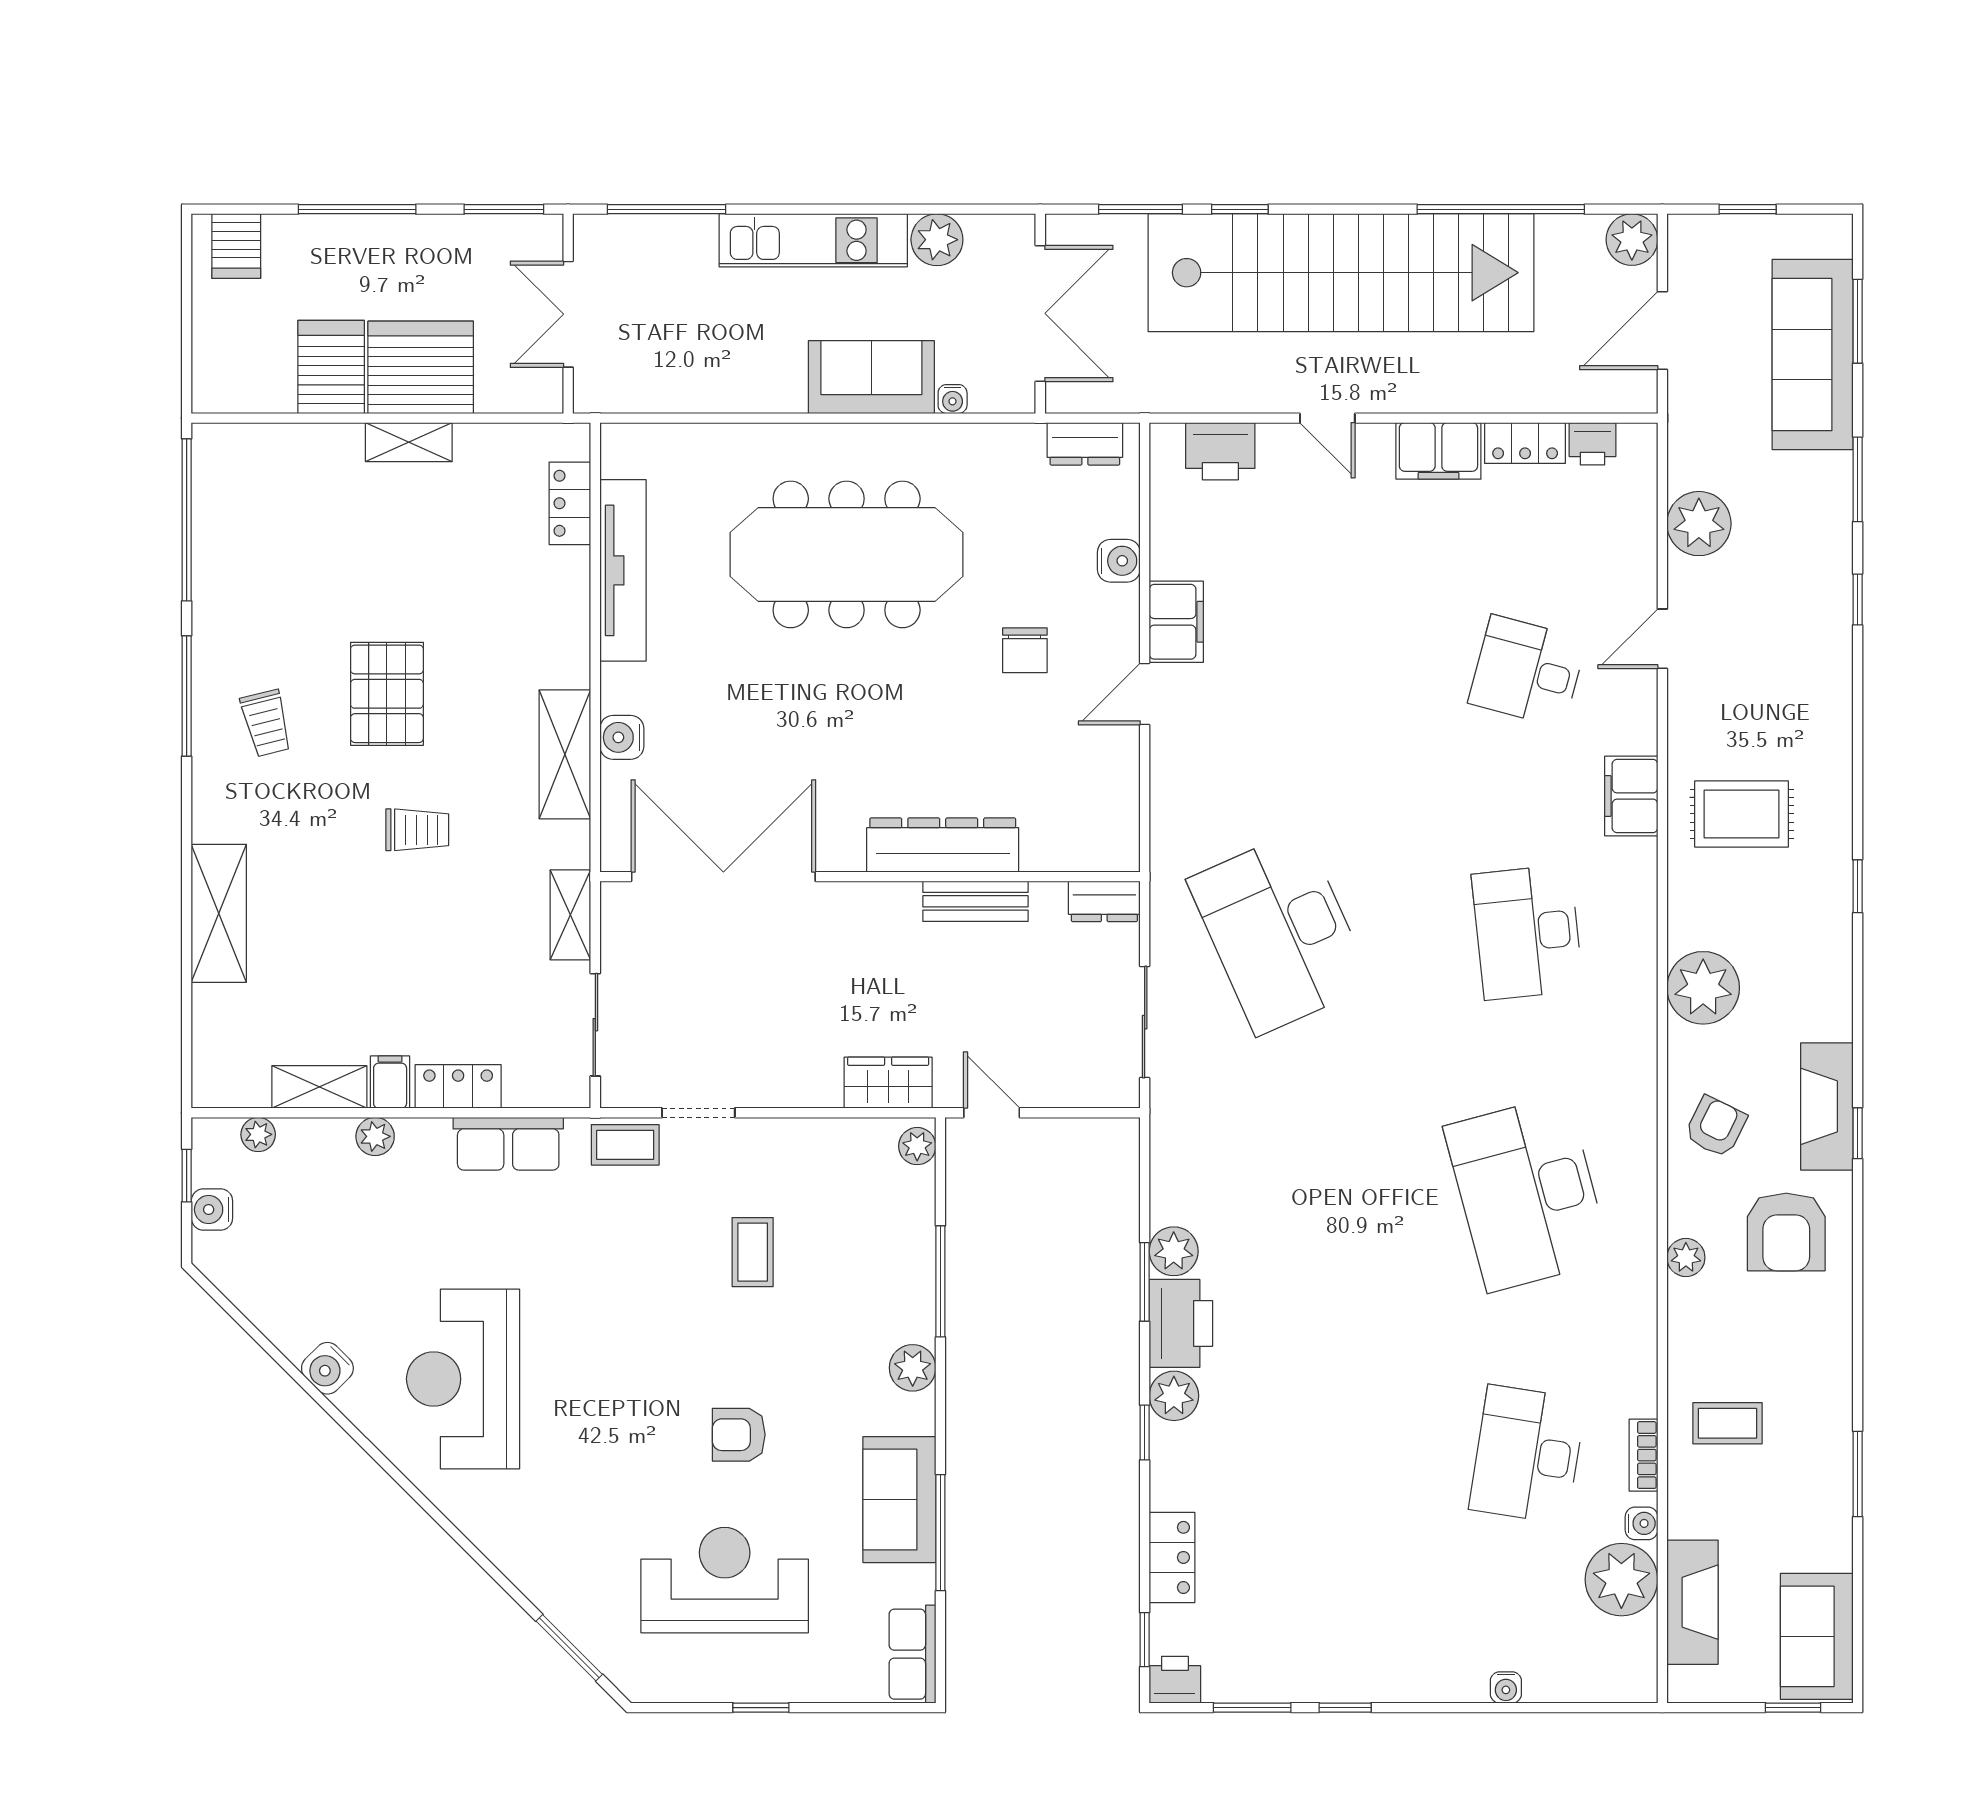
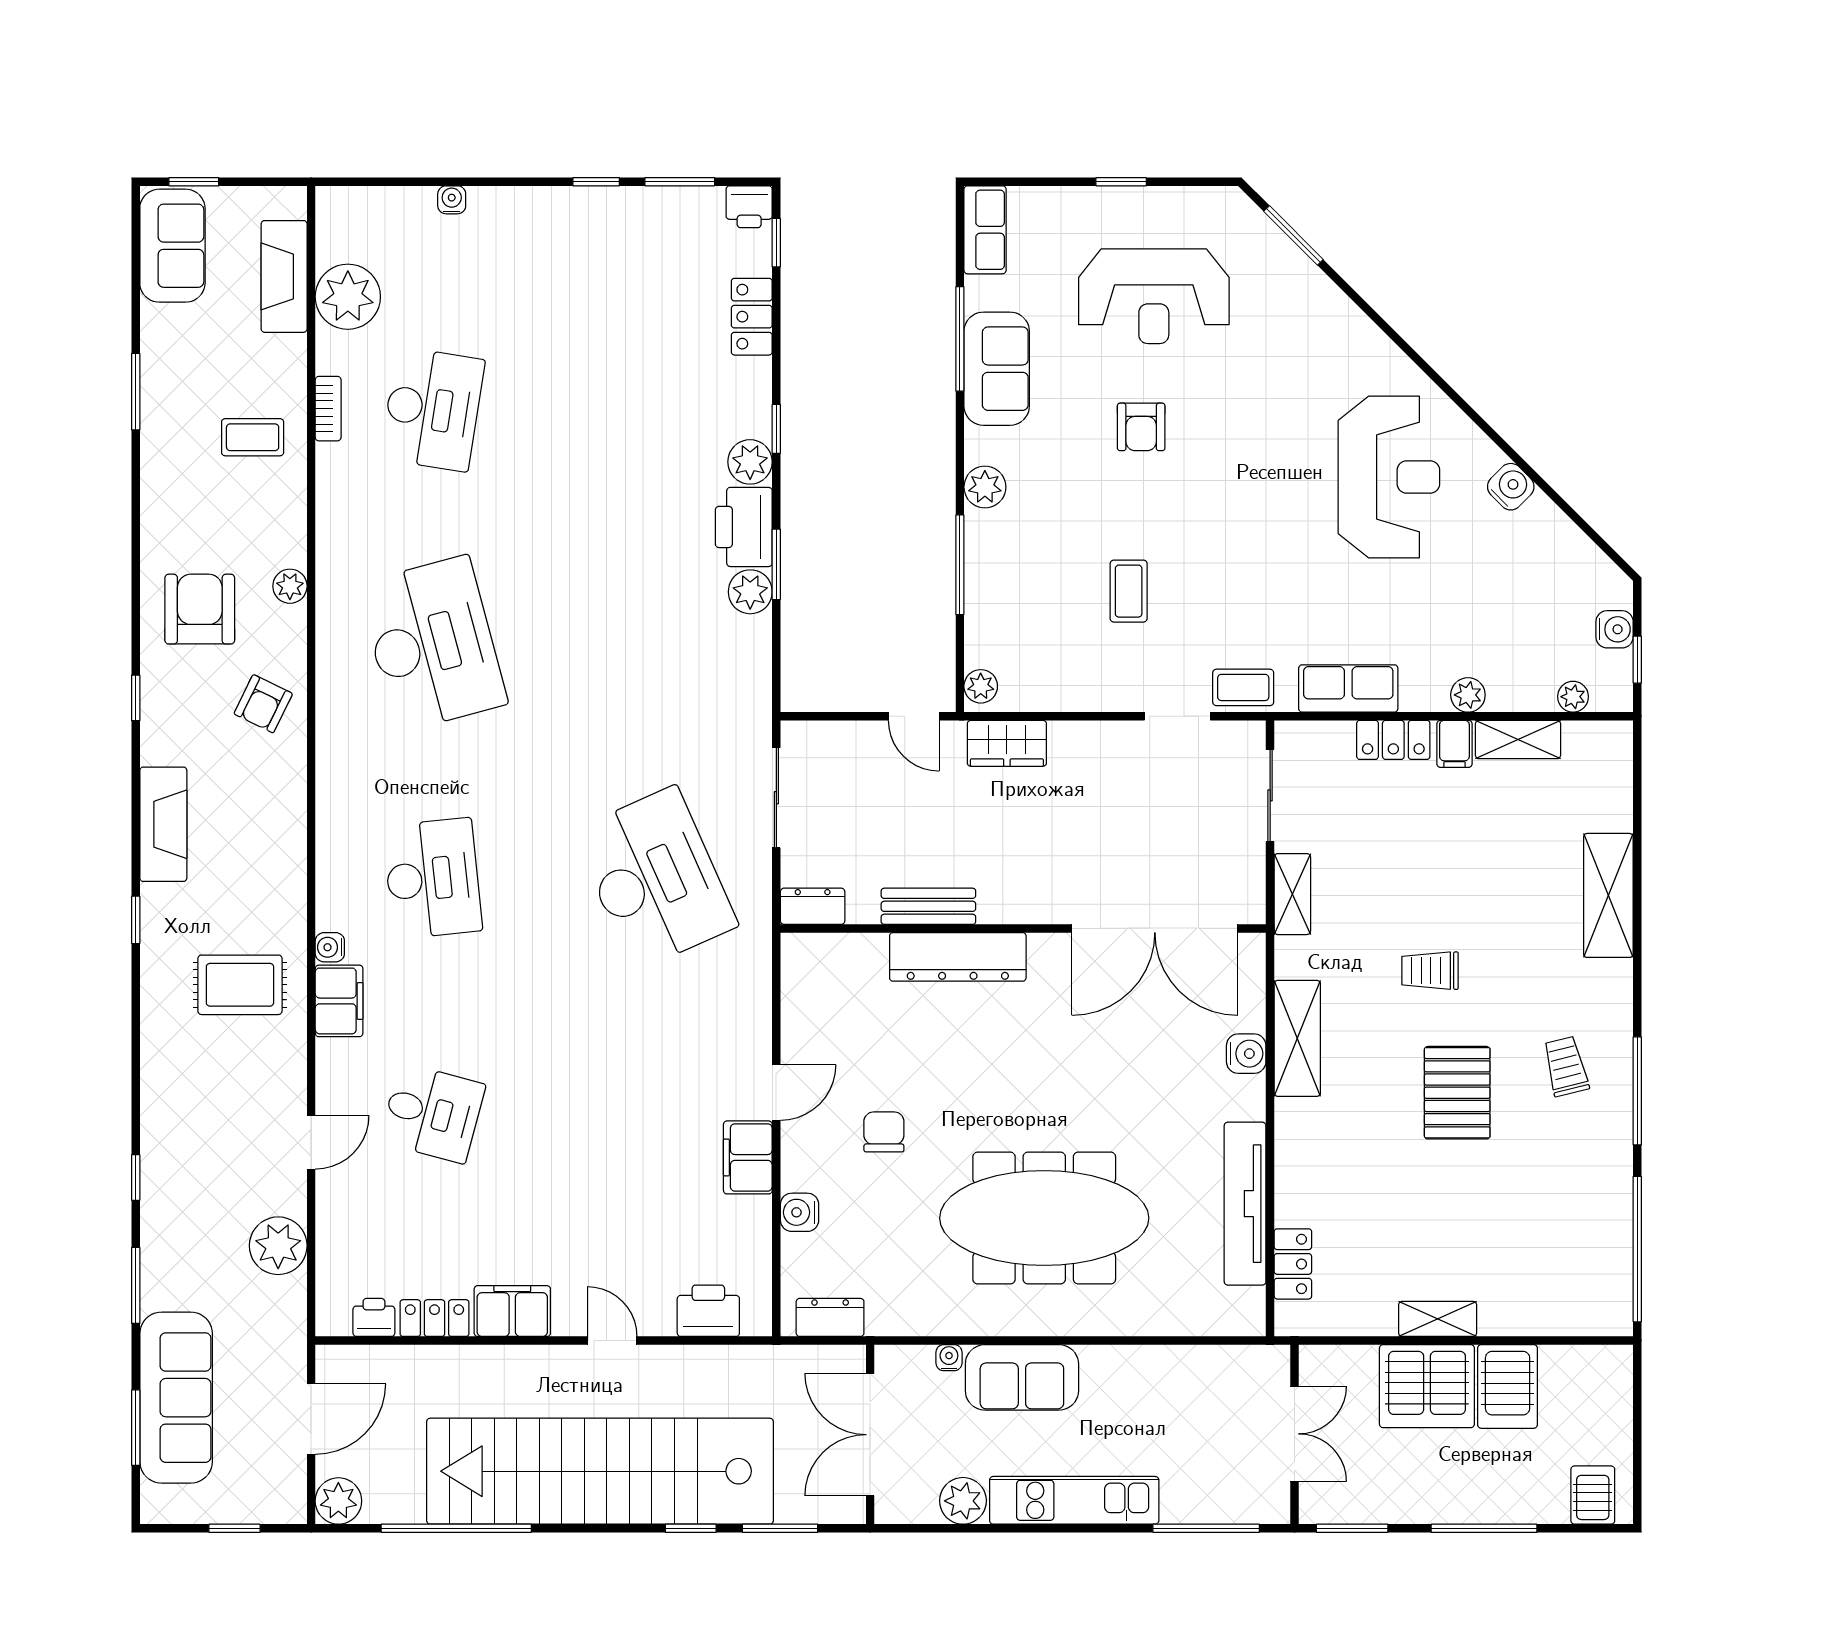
plant: (1703, 988) -> (274, 829), removed
fireplace: (1827, 1106) -> (163, 824), moved
armchair: (739, 1435) -> (1141, 427), turned 90
water cooler: (1641, 1523) -> (330, 947), moved

